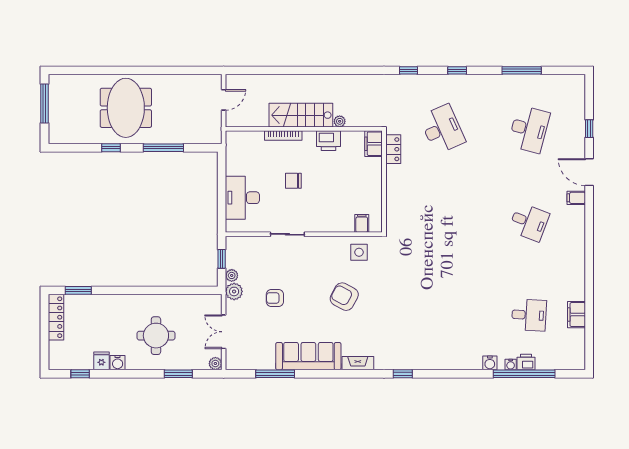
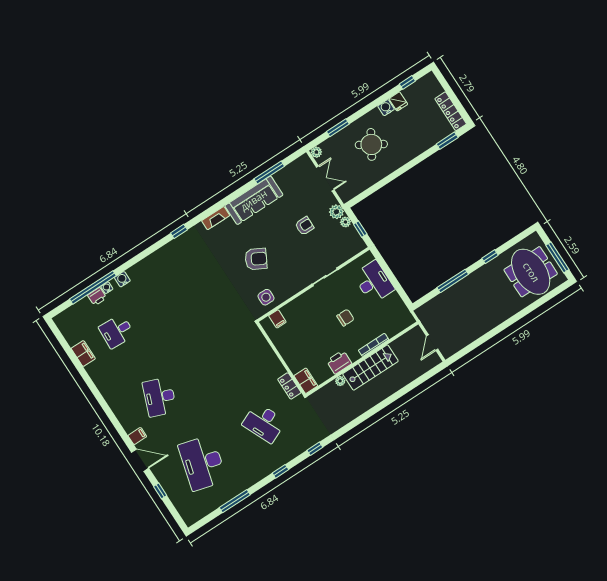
meeting table: (126, 108) -> (531, 272), moved
desk: (529, 129) -> (202, 463), width x1.36, depth x1.30
desk: (529, 222) -> (160, 397), width x1.37
round table: (156, 336) -> (371, 144), turned 31

